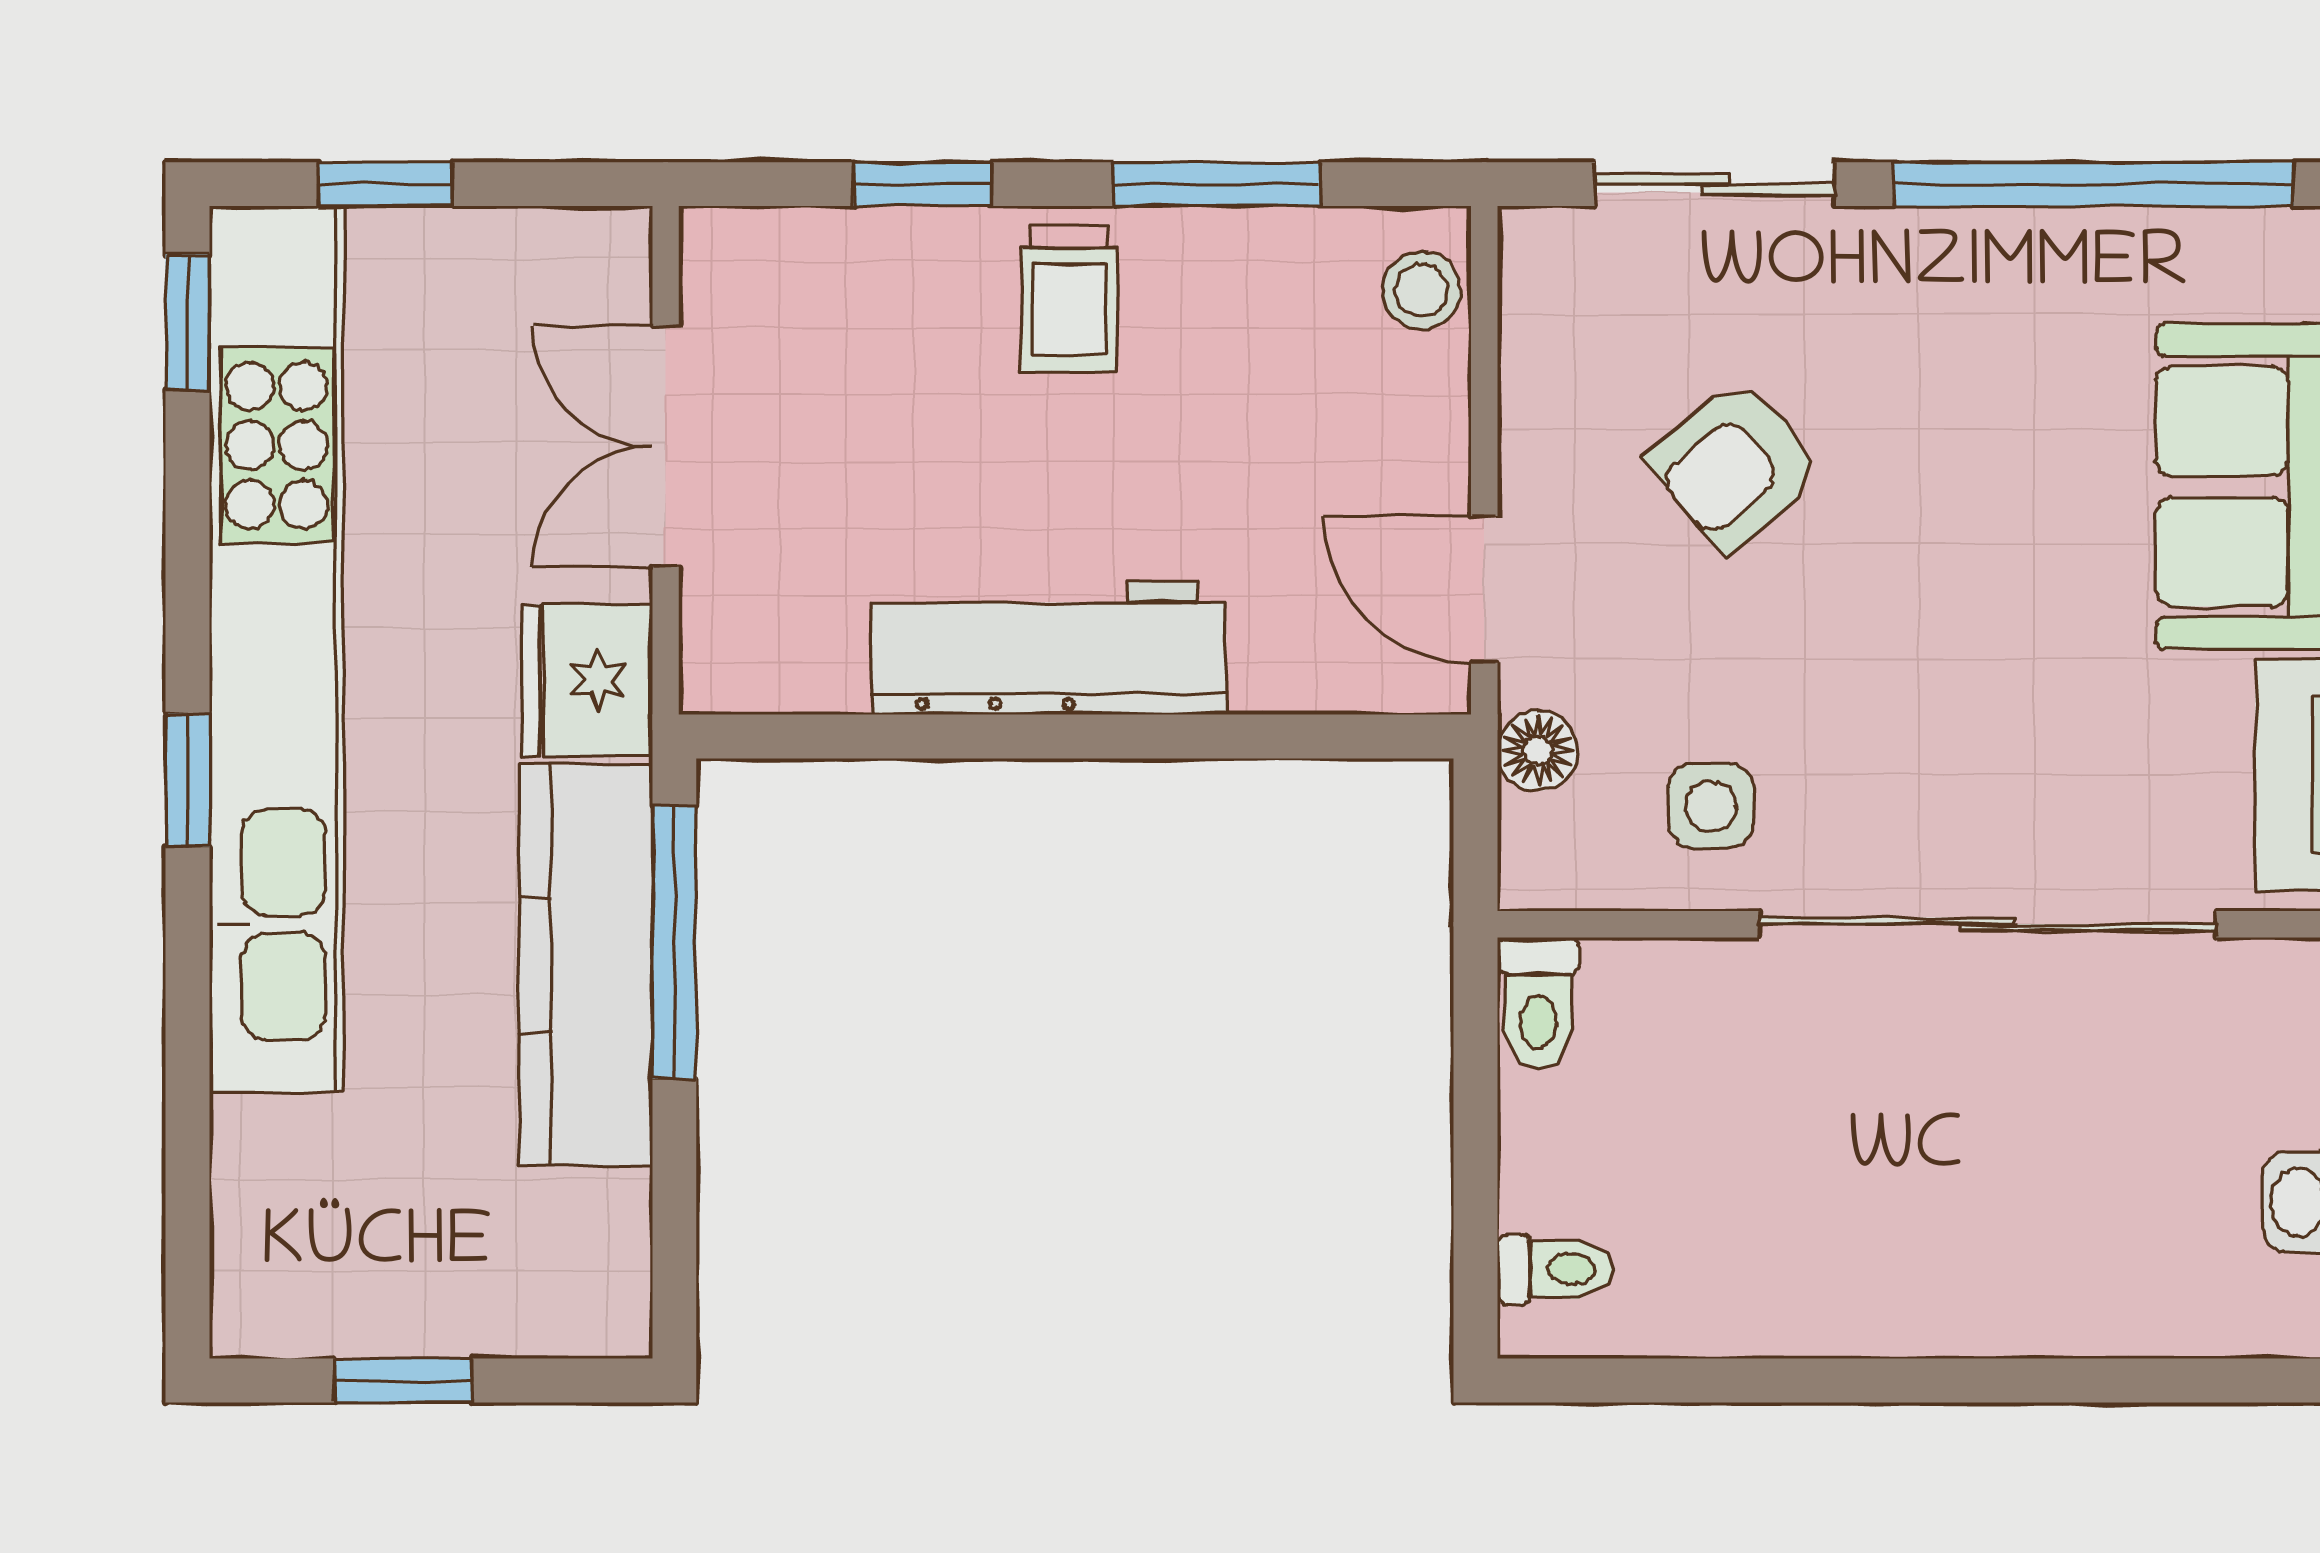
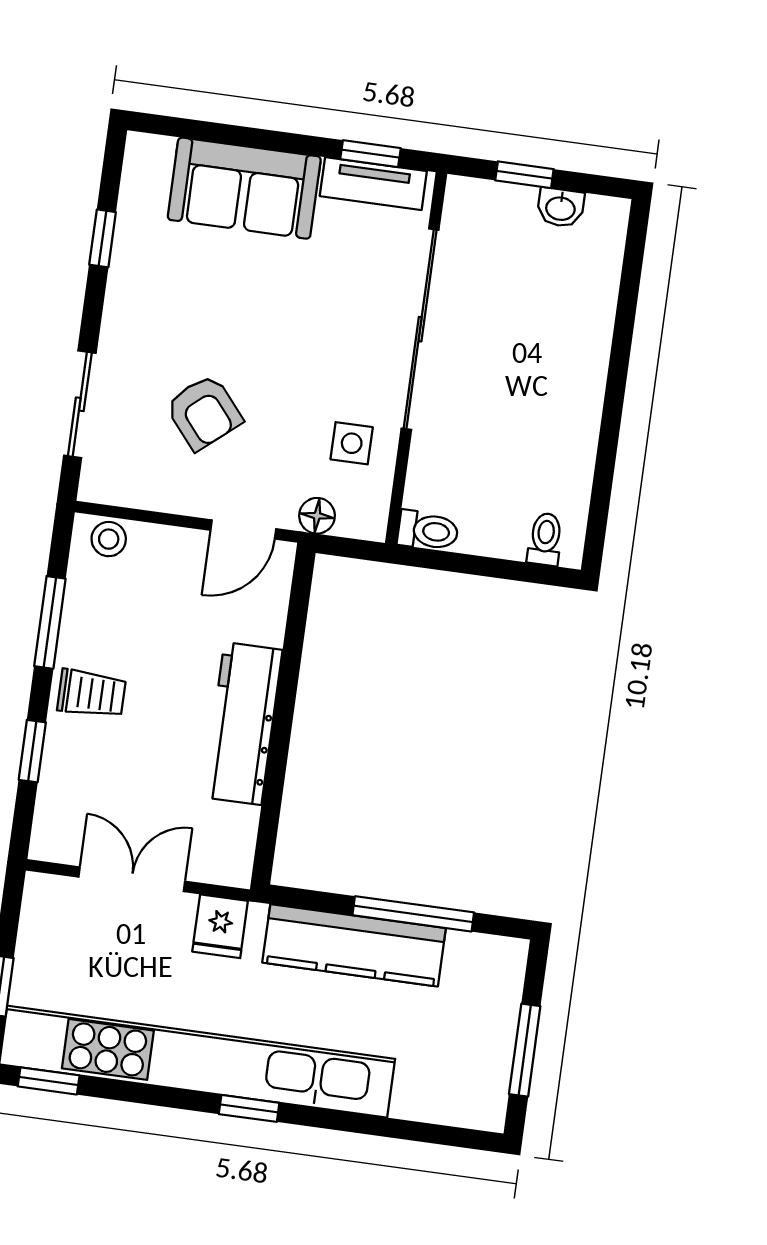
window: (2094, 184) -> (103, 238), width x0.32
double door: (666, 447) -> (132, 879), swing flipped
fridge: (587, 680) -> (220, 926), width x0.72
window: (674, 942) -> (413, 914), moved
window: (403, 1380) -> (525, 1050), width x1.50

